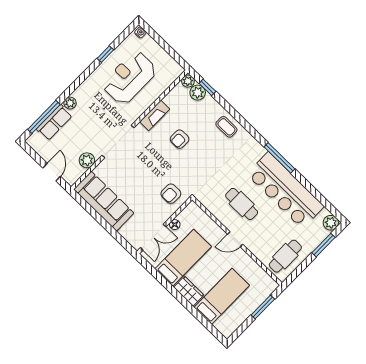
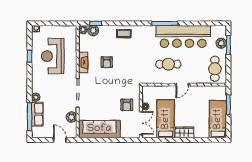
armchair: (171, 194) -> (127, 105), moved
plant: (331, 223) -> (221, 43), moved
bed: (222, 296) -> (218, 119), moved

